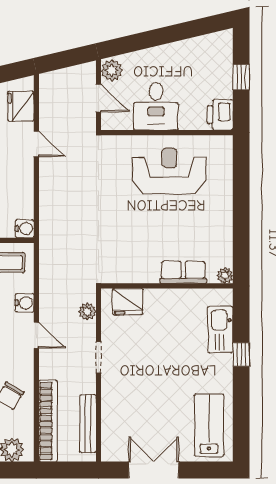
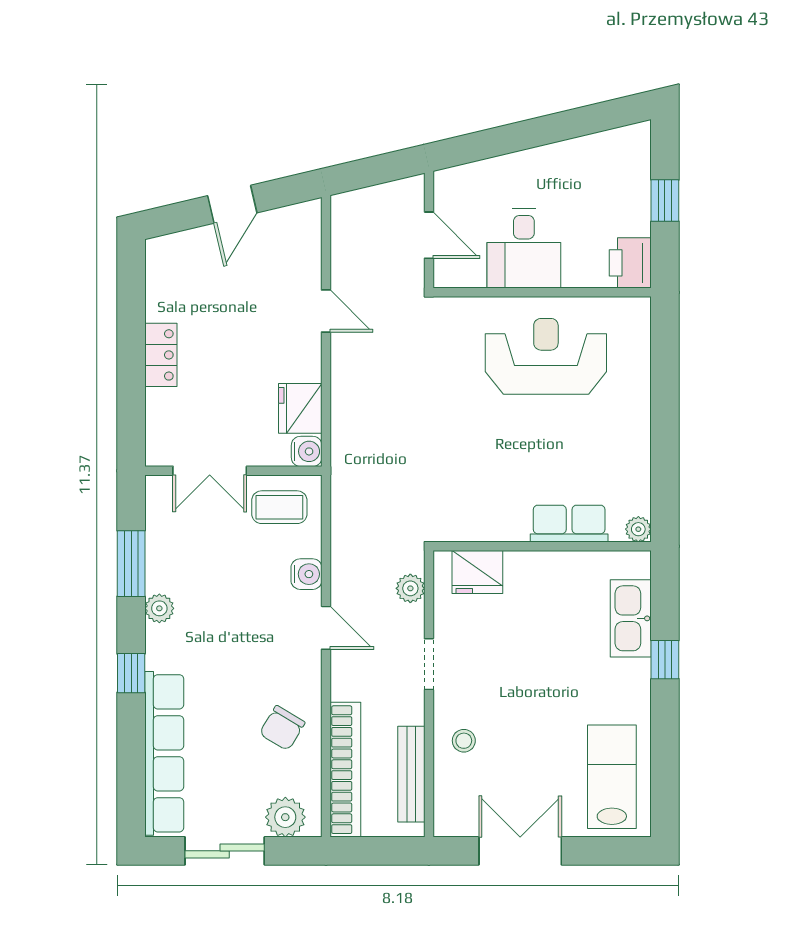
plant: (112, 70) -> (451, 189), removed
fridge: (21, 106) -> (300, 408), moved
stool: (120, 403) -> (464, 741), added

